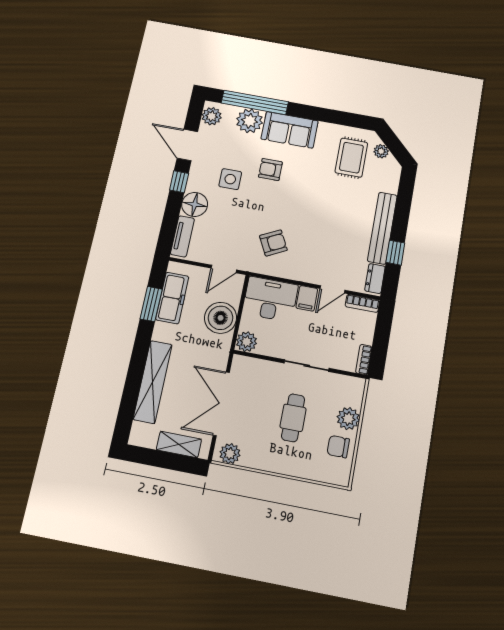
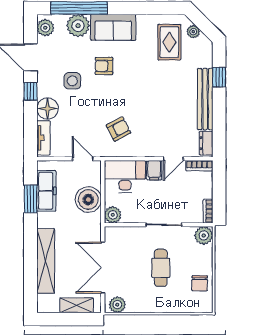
window: (395, 253) -> (219, 77), moved
door: (224, 269) -> (83, 159), swing flipped
plant: (348, 419) -> (204, 235), moved
chair: (338, 447) -> (200, 283), turned -90

